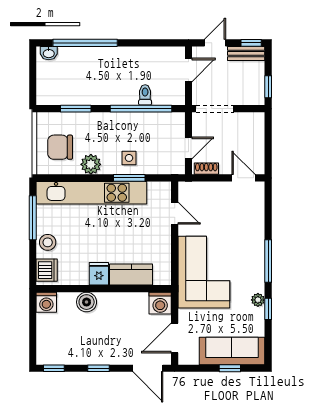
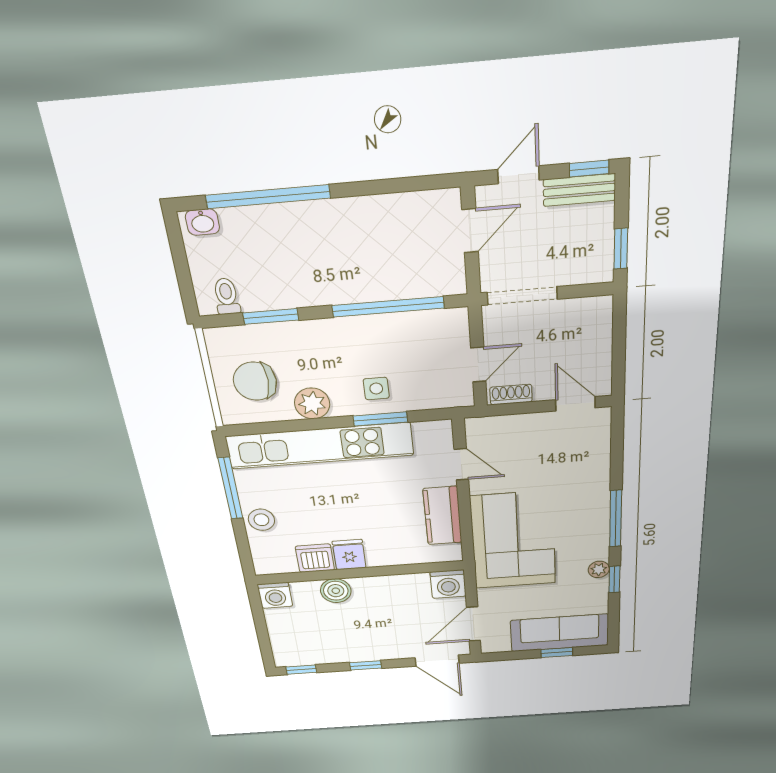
toilet: (145, 95) -> (227, 296), moved
dishwasher: (47, 270) -> (315, 558), moved, turned -90
kitchen counter: (131, 275) -> (443, 516), moved, turned -90

